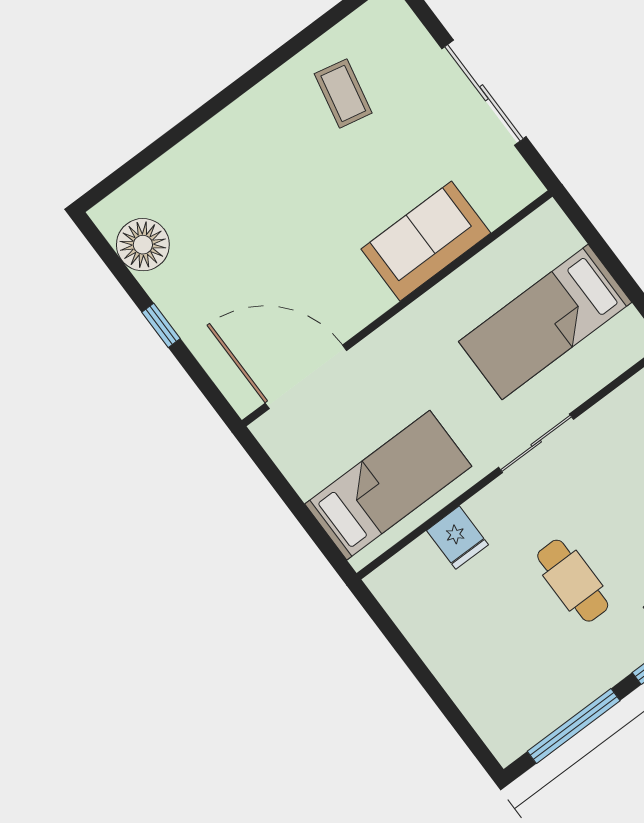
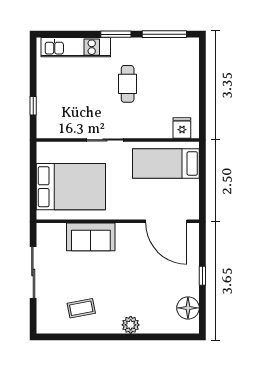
coffee table: (343, 93) -> (81, 308), turned 67
plant: (227, 132) -> (131, 325), added
bed: (545, 322) -> (71, 187), width x1.50
fridge: (457, 538) -> (182, 128), moved

